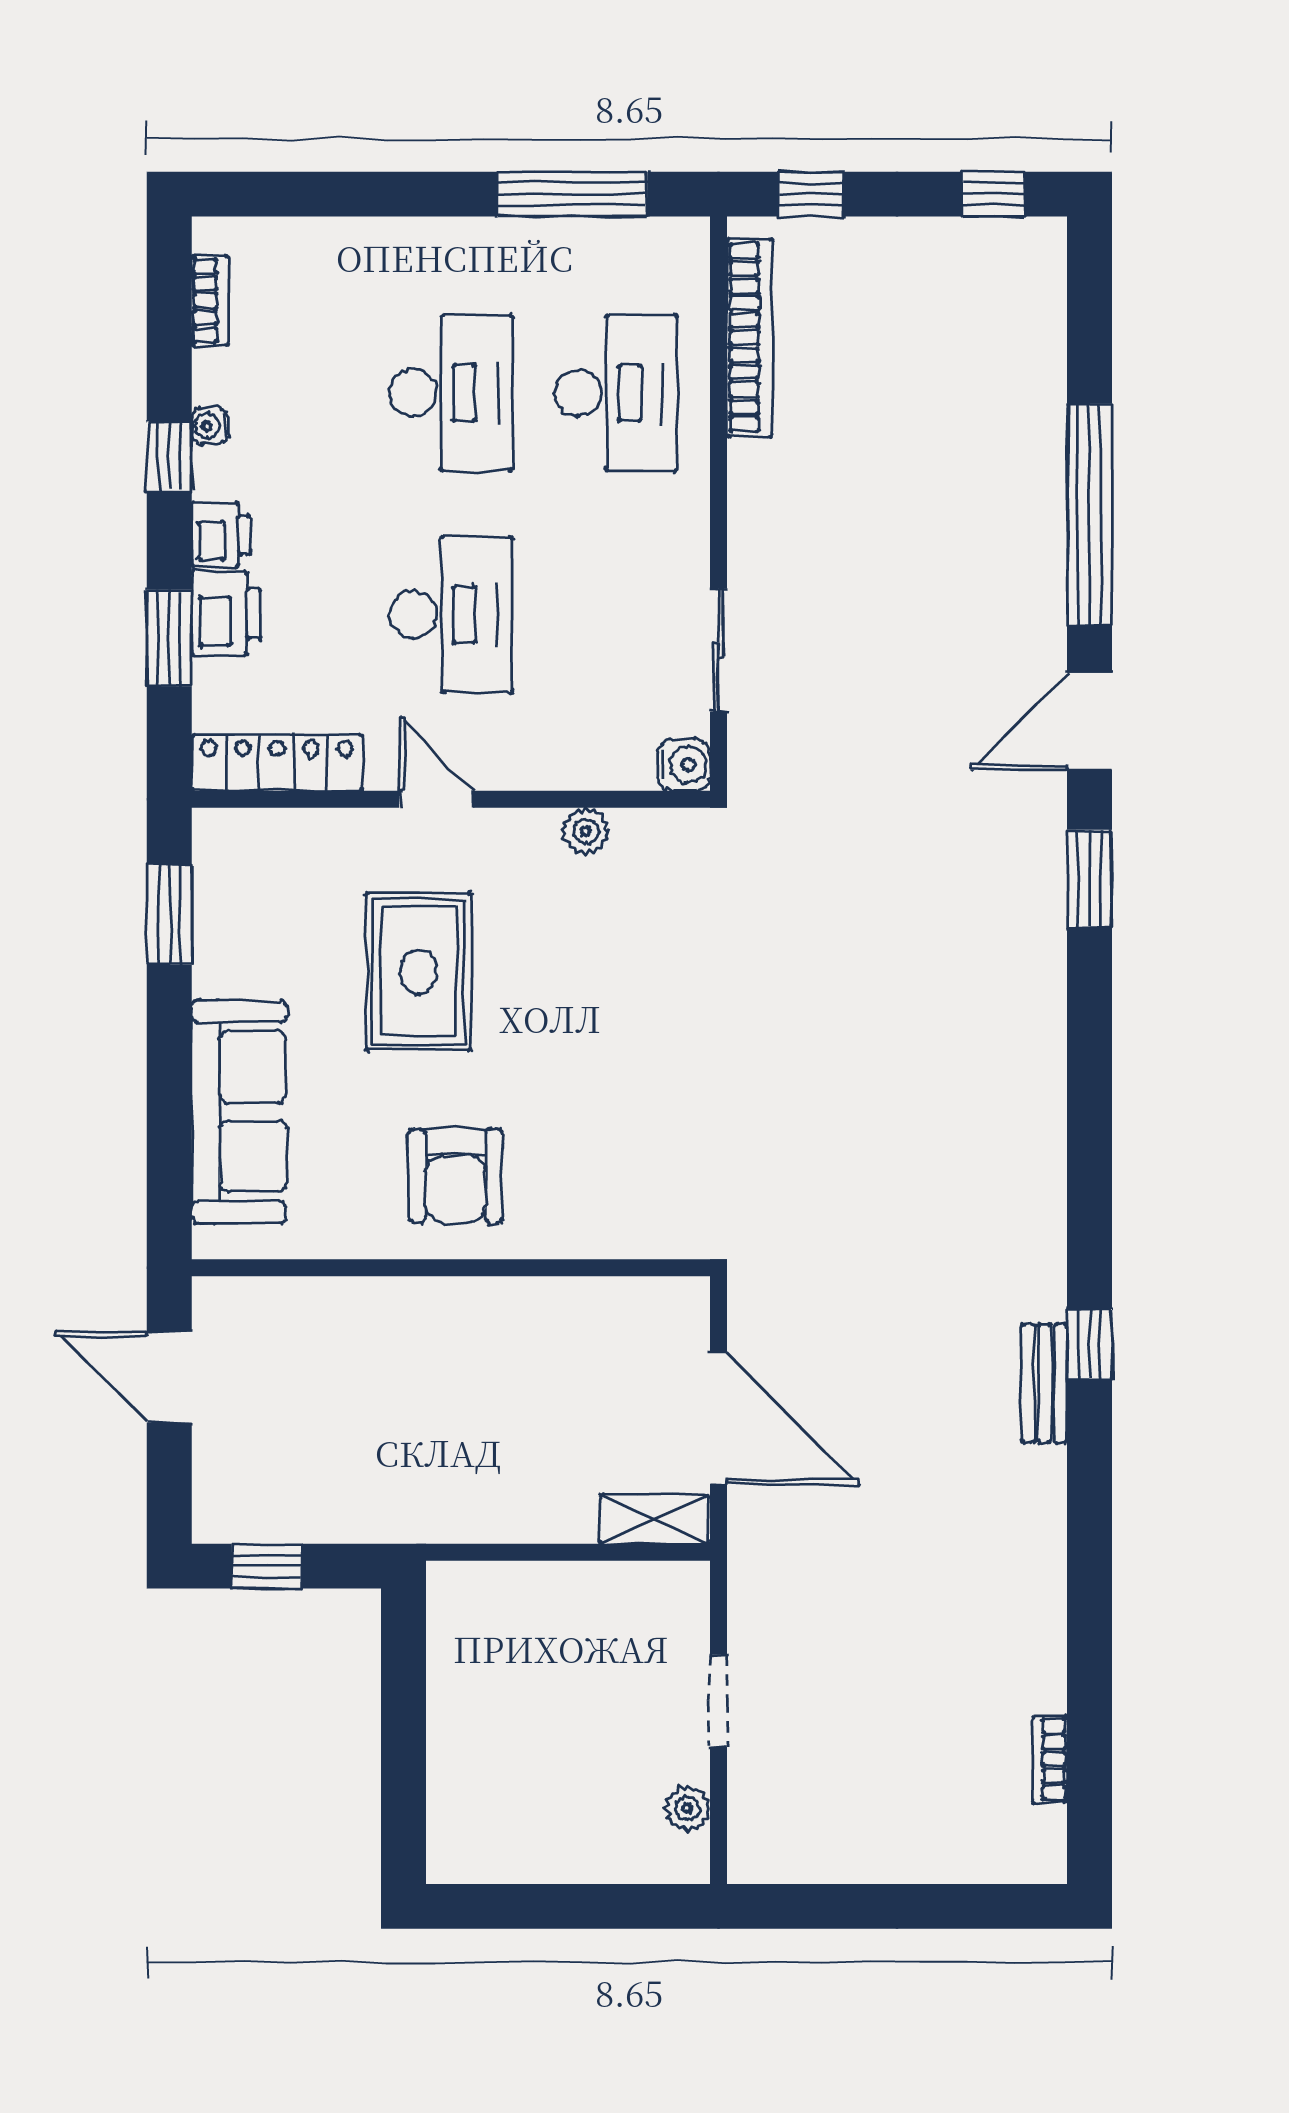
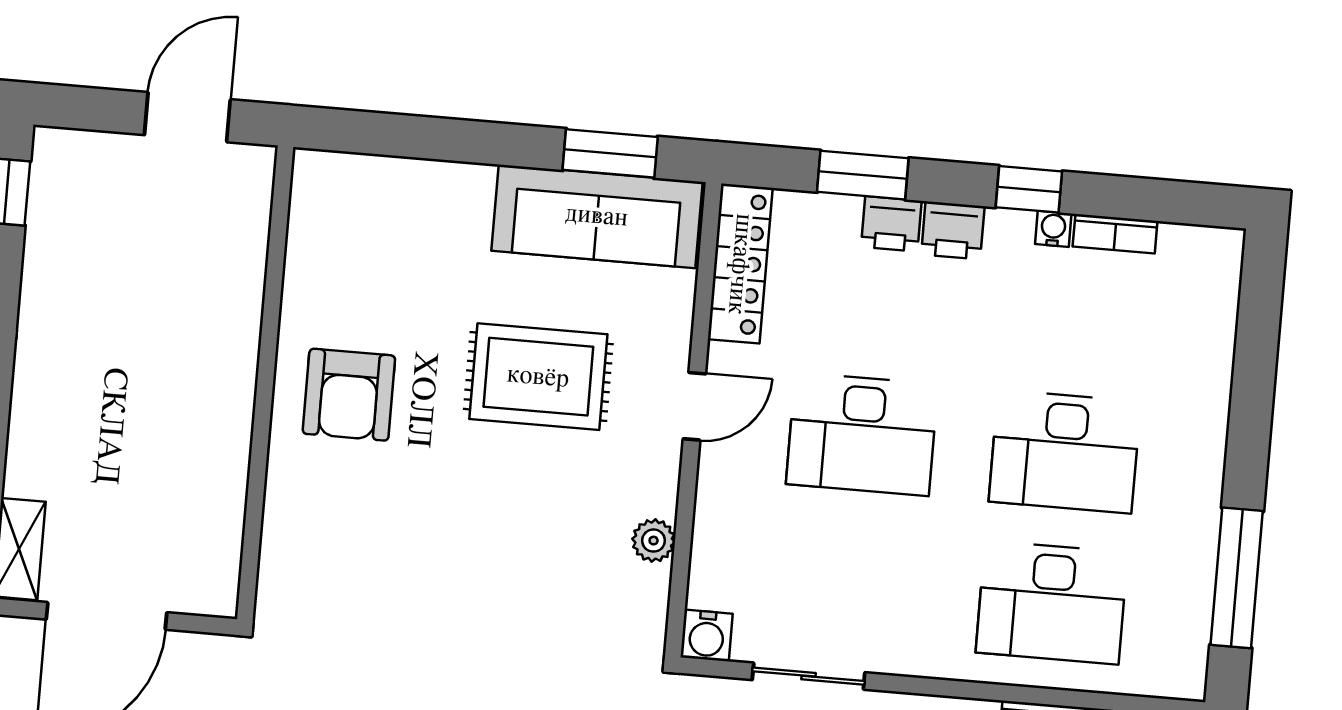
bookcase: (210, 301) -> (1115, 234), moved
printer: (226, 614) -> (891, 224), width x0.73, depth x0.81
sofa: (239, 1112) -> (597, 216), moved
armchair: (456, 1176) -> (349, 395), turned -90

